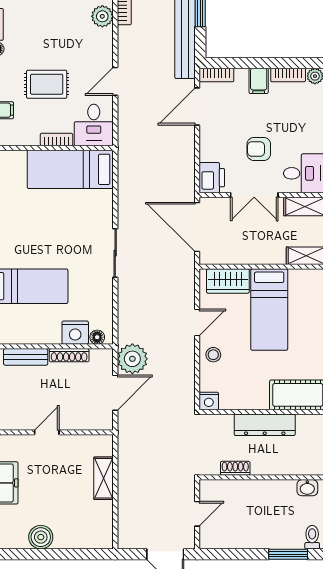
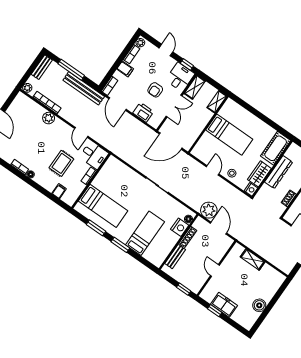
bed: (70, 169) -> (103, 206), moved, turned -90
printer: (212, 178) -> (143, 112), moved
wardrobe: (228, 281) -> (259, 174), moved, turned 180

